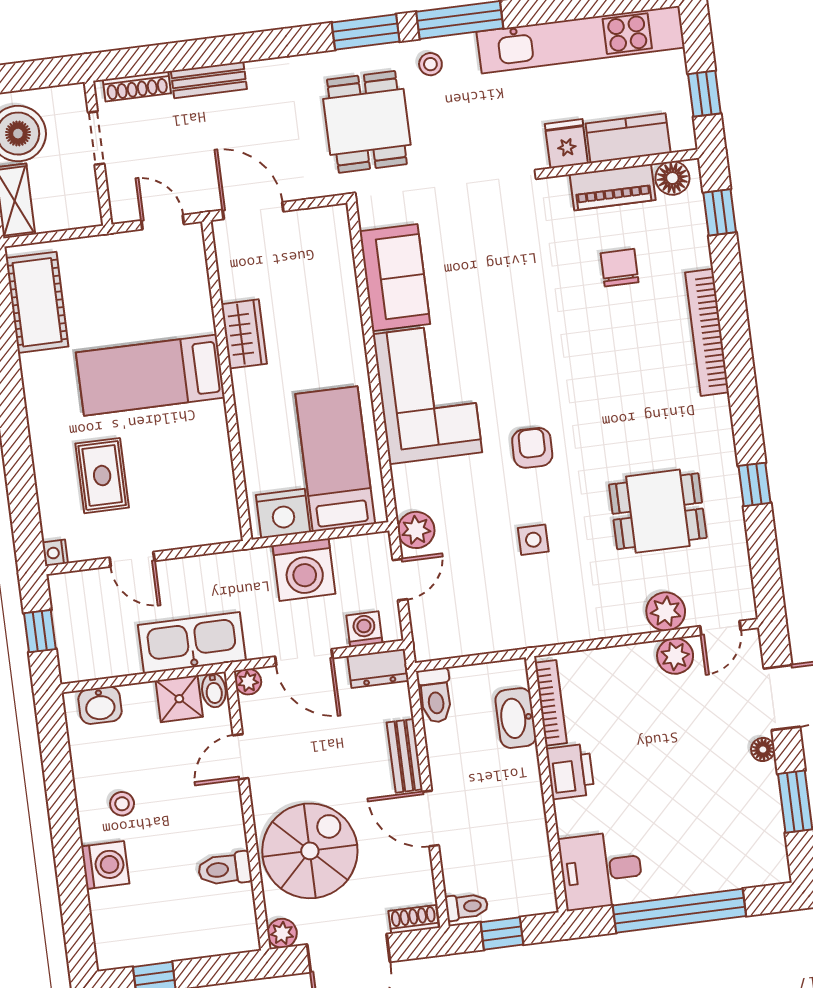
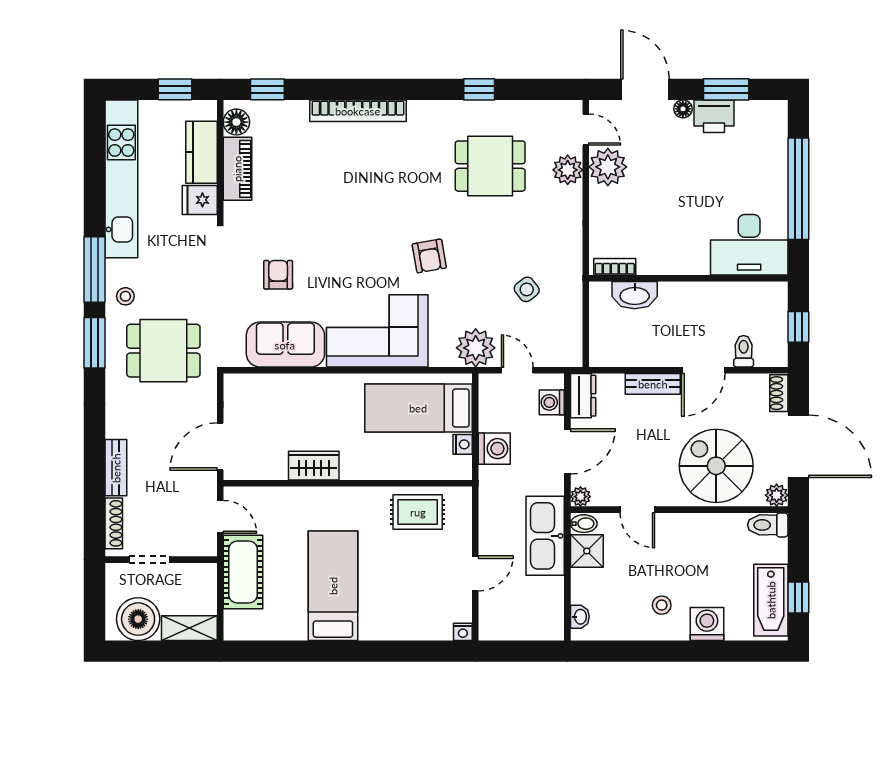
door: (163, 222) -> (220, 517), swing flipped
armchair: (483, 257) -> (278, 275), added
chair: (620, 268) -> (300, 171), removed
cot: (37, 302) -> (243, 572), moved, turned 90
bed: (150, 375) -> (333, 586), moved, turned 180
armchair: (532, 448) -> (429, 256), turned -101
rug: (102, 476) -> (418, 512), moved
dining table: (658, 511) -> (490, 166), turned 90
nightstand: (283, 514) -> (463, 444), width x0.53, depth x0.56
plant: (416, 530) -> (476, 348), width x1.36, depth x1.36
side table: (533, 540) -> (527, 289), moved, turned -38
washing machine: (304, 570) -> (494, 449), width x0.73, depth x0.73
window: (40, 631) -> (521, 651), removed
plant: (675, 656) -> (608, 167), width x1.36, depth x1.36
toilet: (435, 695) -> (609, 355), removed
bookcase: (551, 703) -> (615, 267), width x0.64
washbasin: (100, 705) -> (580, 617), width x0.72, depth x0.69
printer: (570, 771) -> (714, 116), moved, turned 180
toilet: (225, 869) -> (768, 525), moved, turned 90
desk: (601, 870) -> (749, 245), width x1.37
toilet: (467, 907) -> (744, 351), moved
bathtub: (146, 943) -> (771, 600), added

